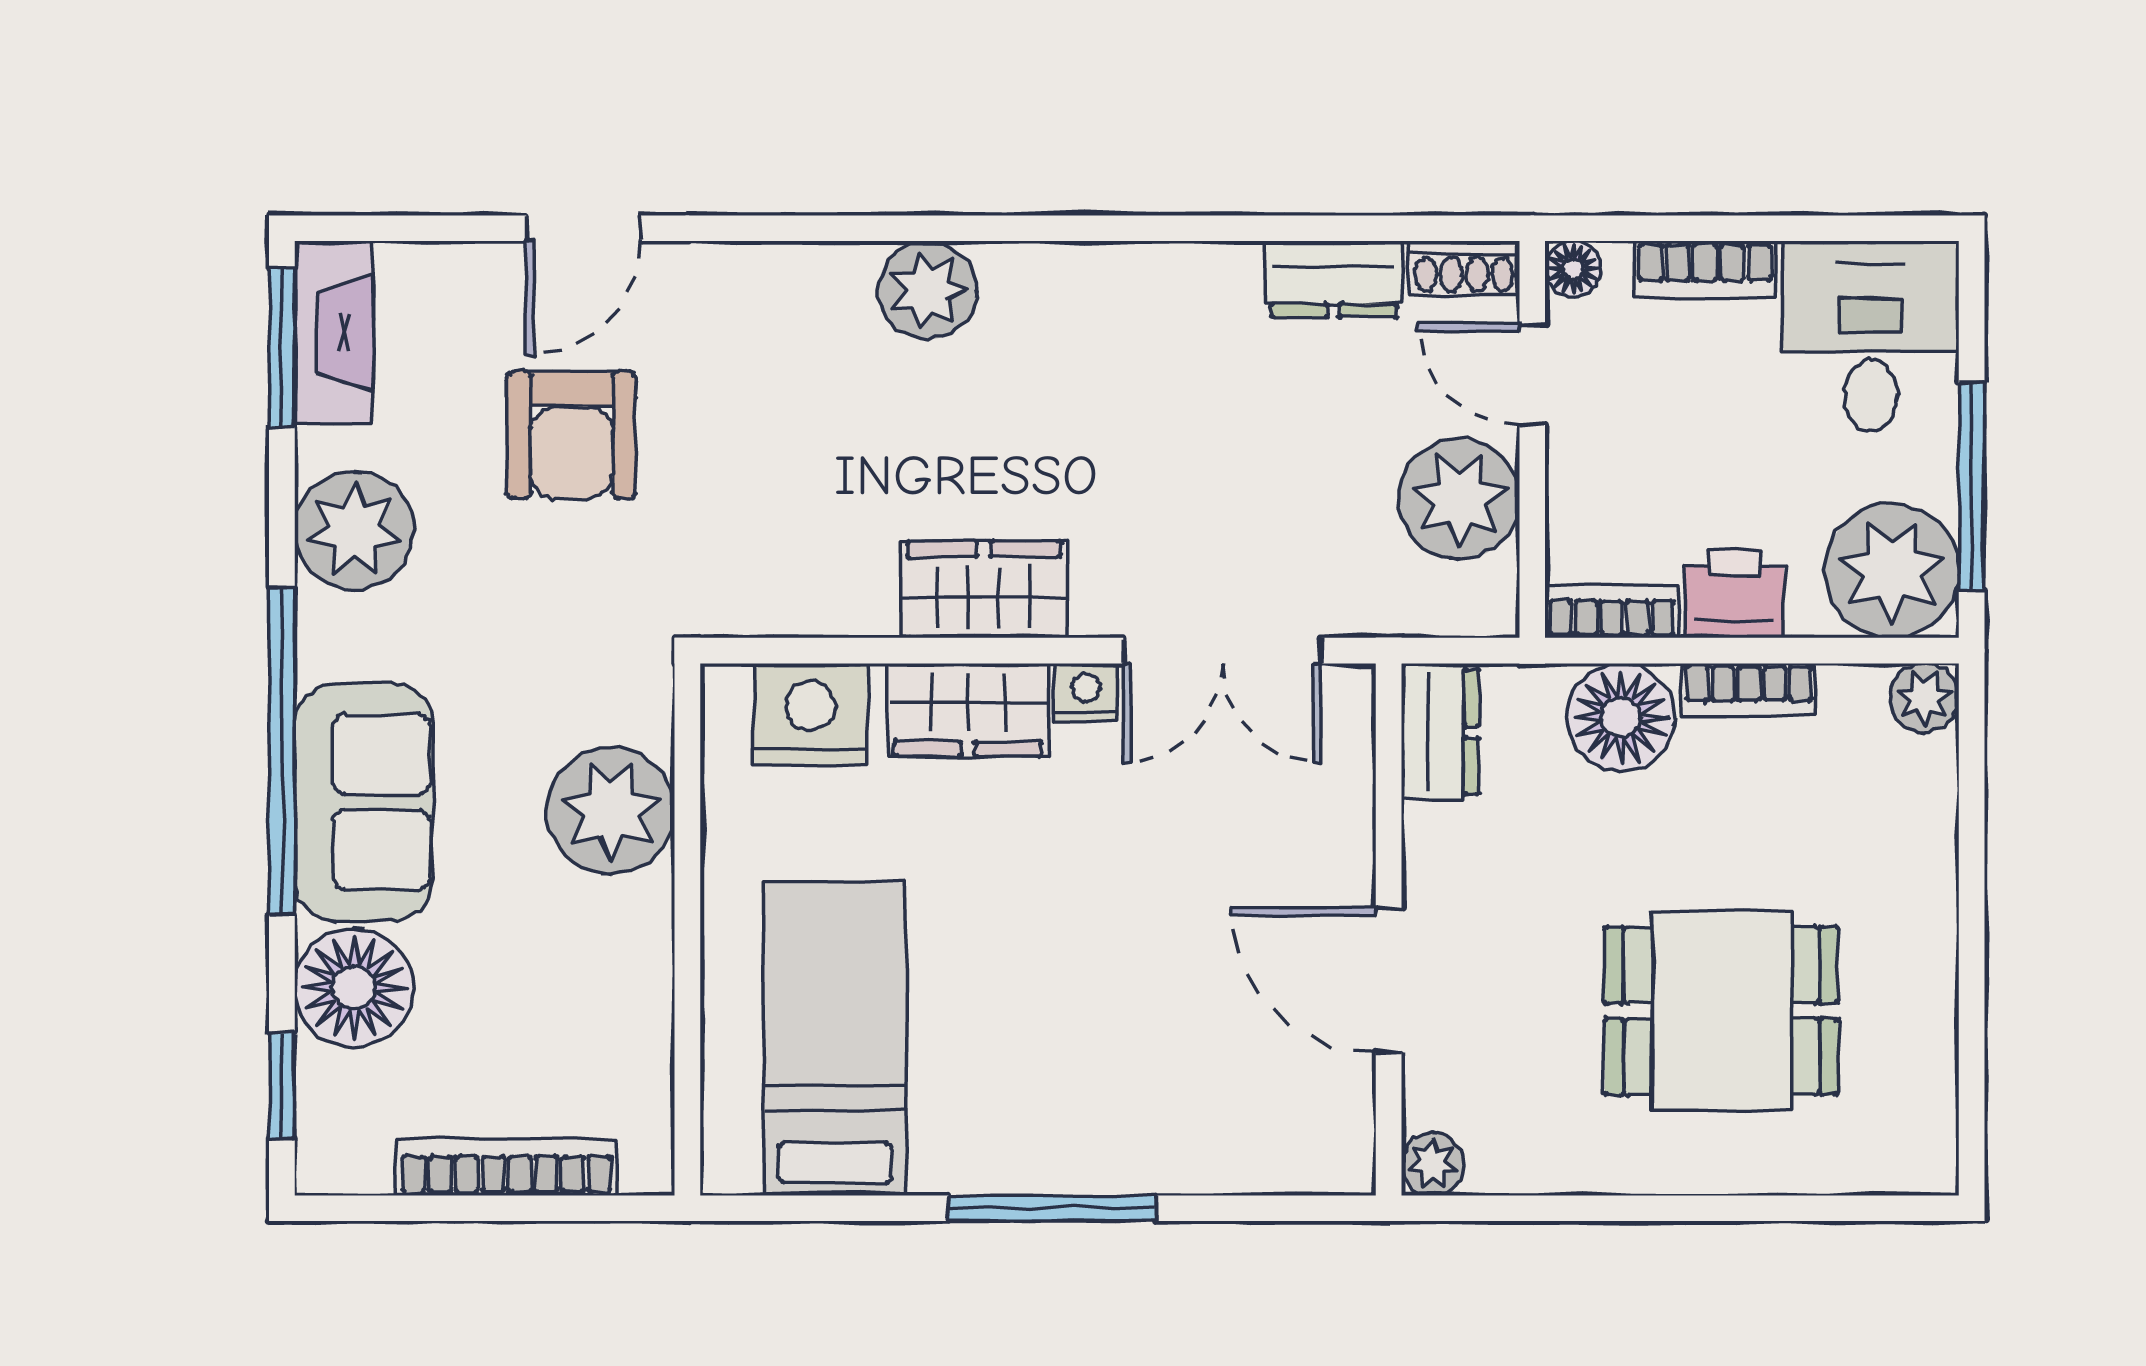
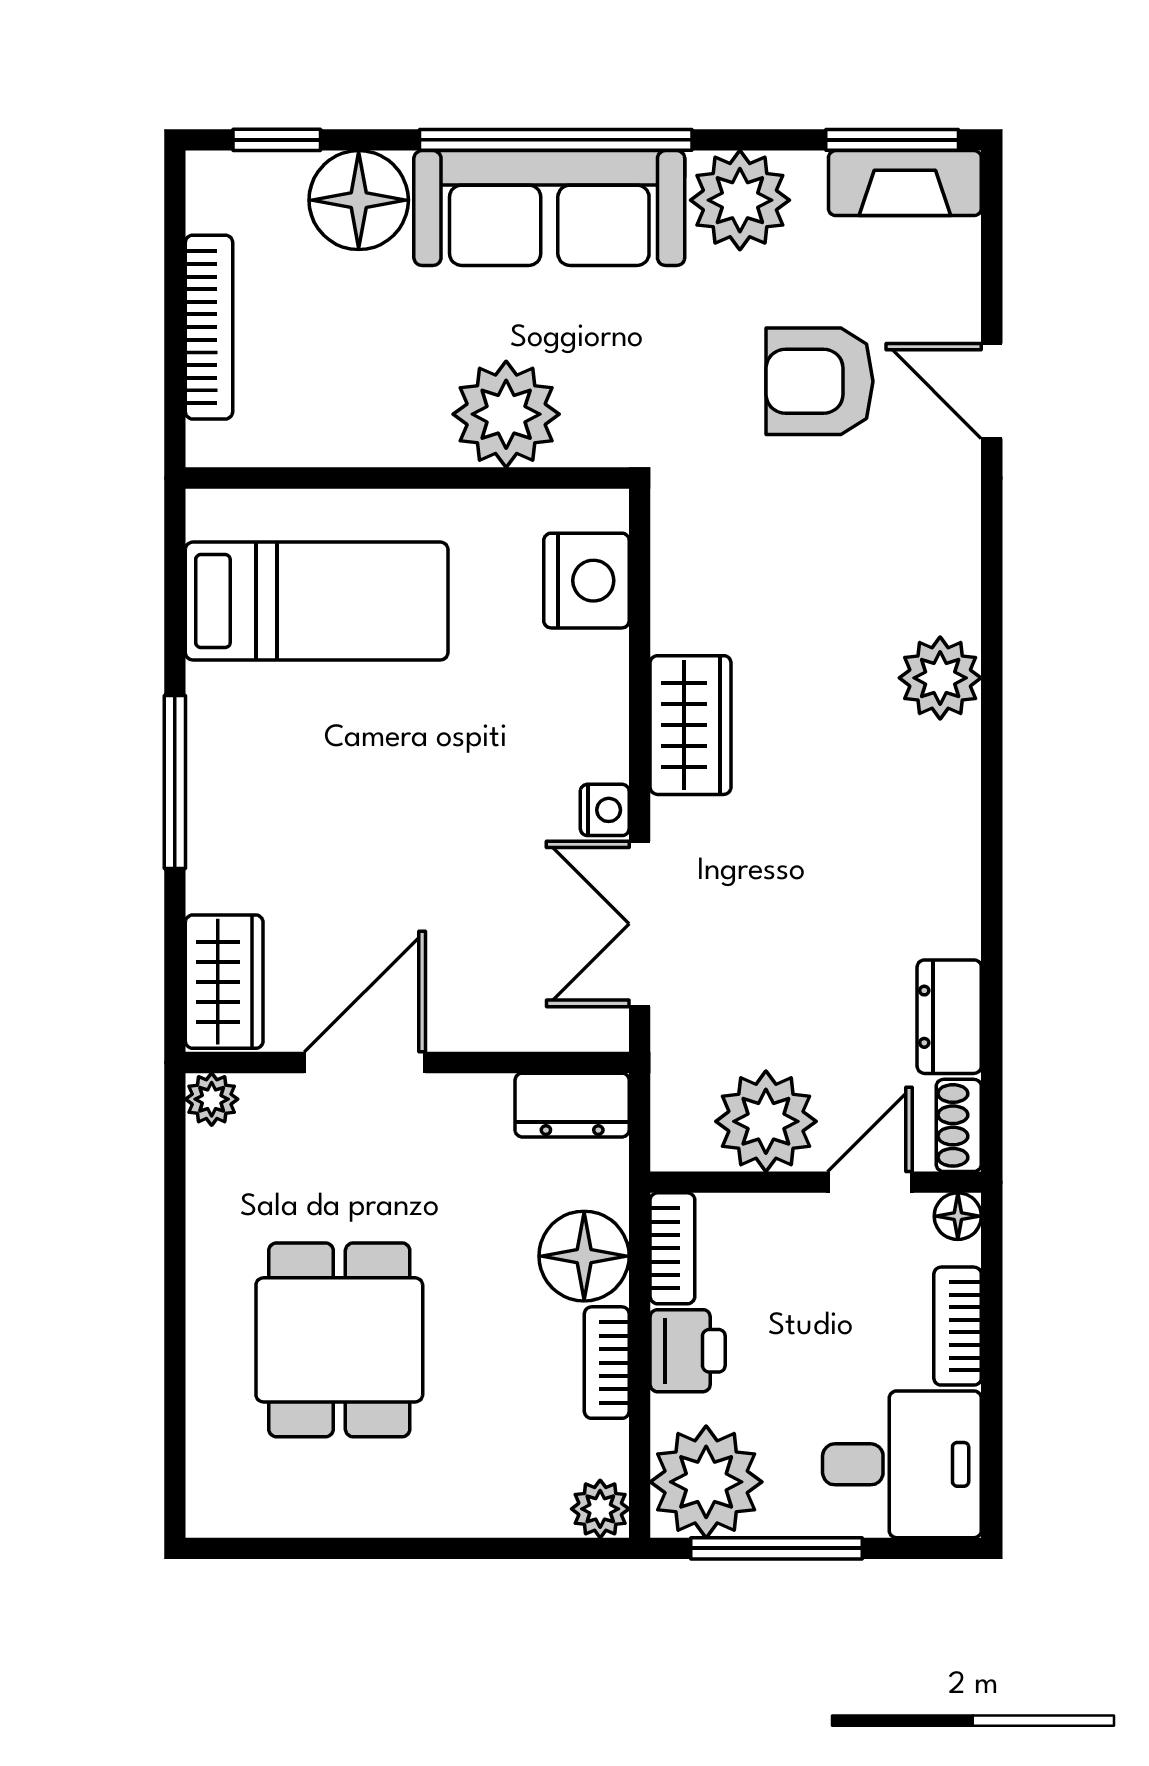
wardrobe: (968, 710) -> (224, 982), moved, turned 180
sofa: (364, 802) -> (549, 208), width x1.36

